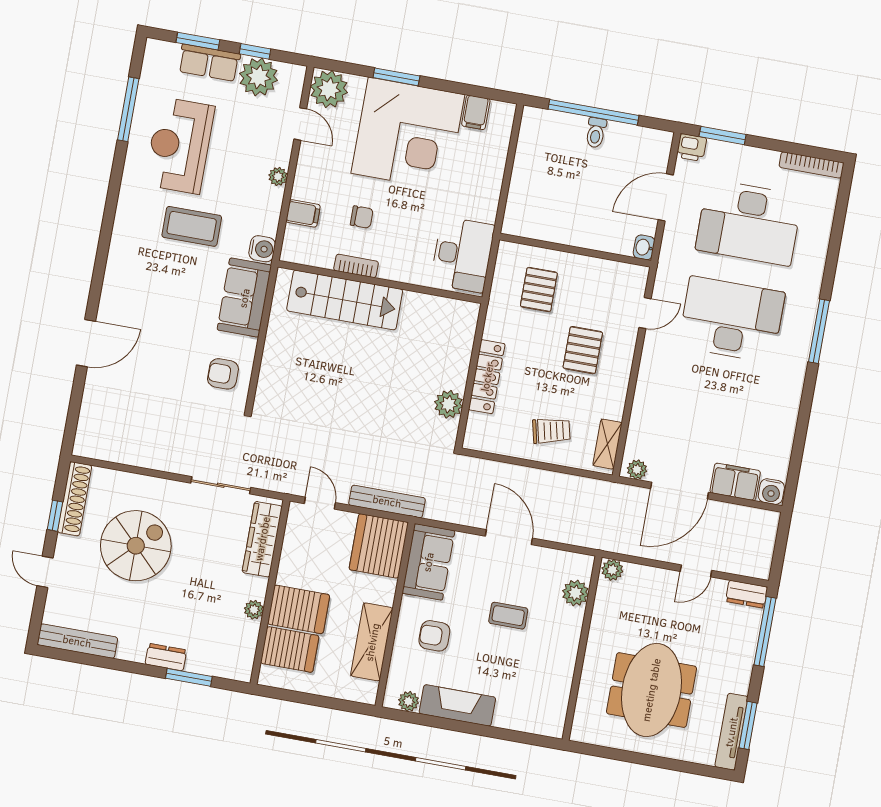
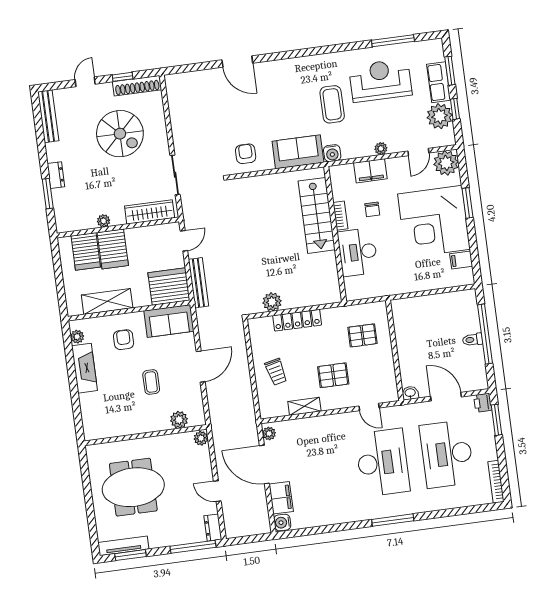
filing cabinet: (303, 213) -> (370, 171), width x2.00
desk: (462, 255) -> (358, 252), moved, turned 90
shelving: (607, 444) -> (304, 406), moved

